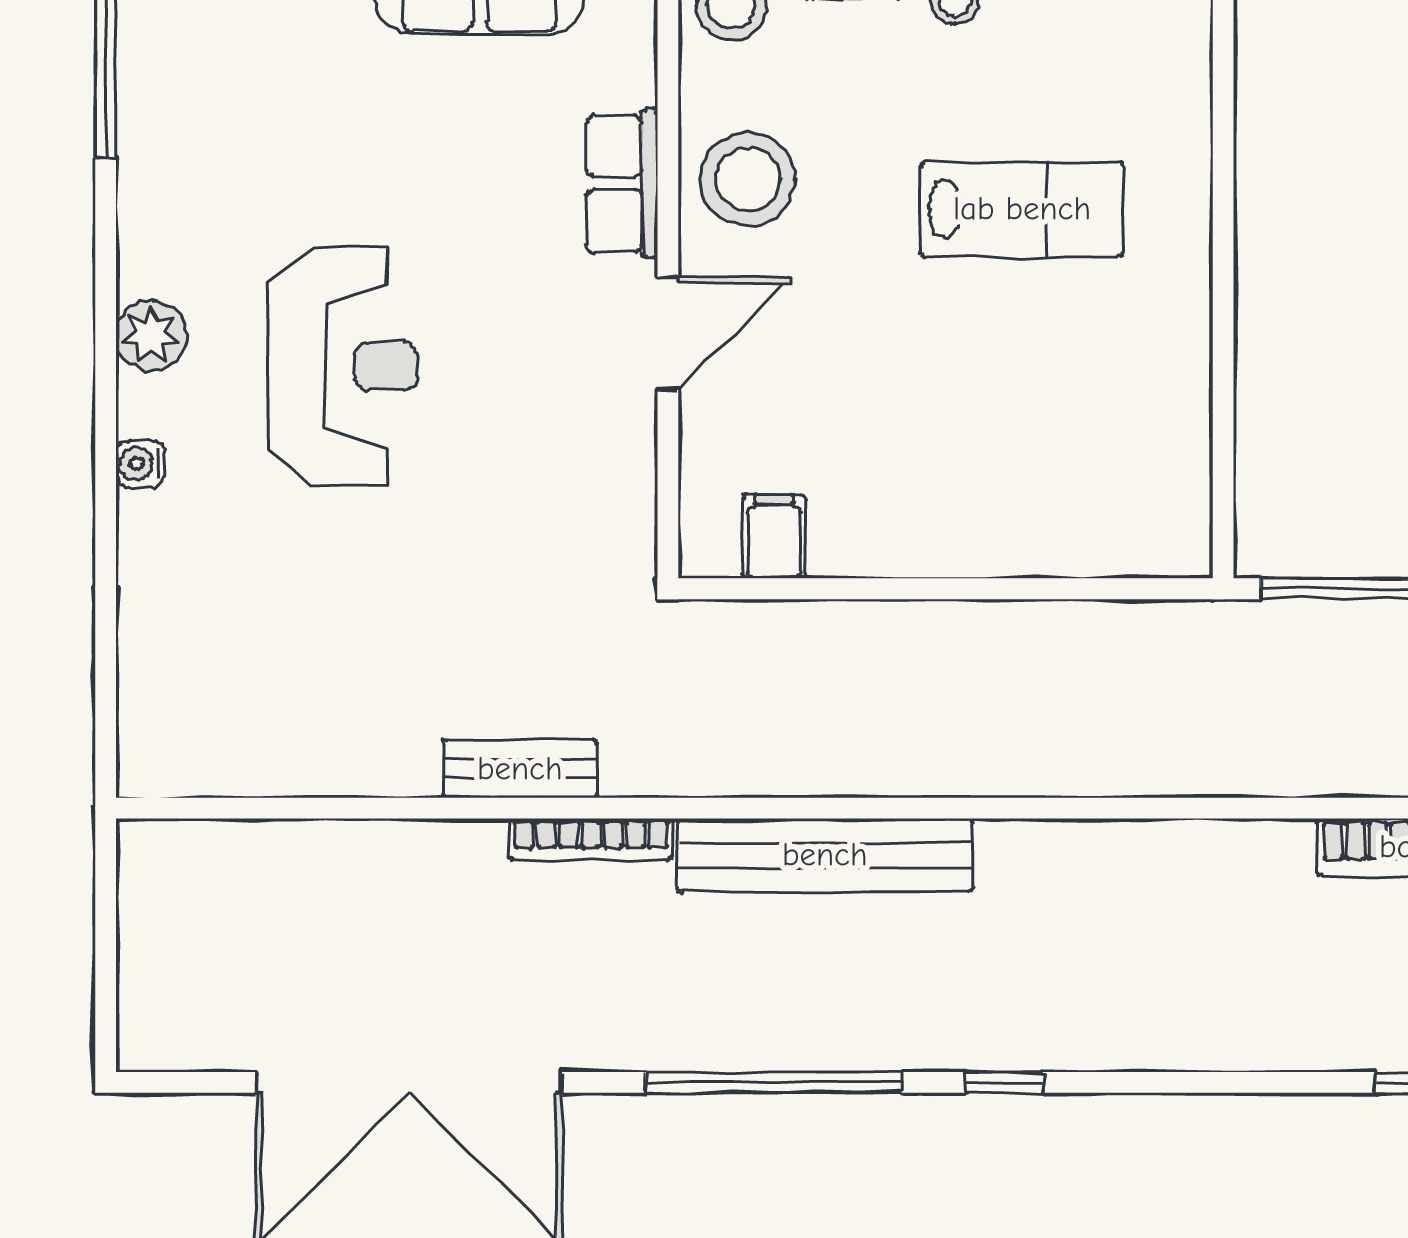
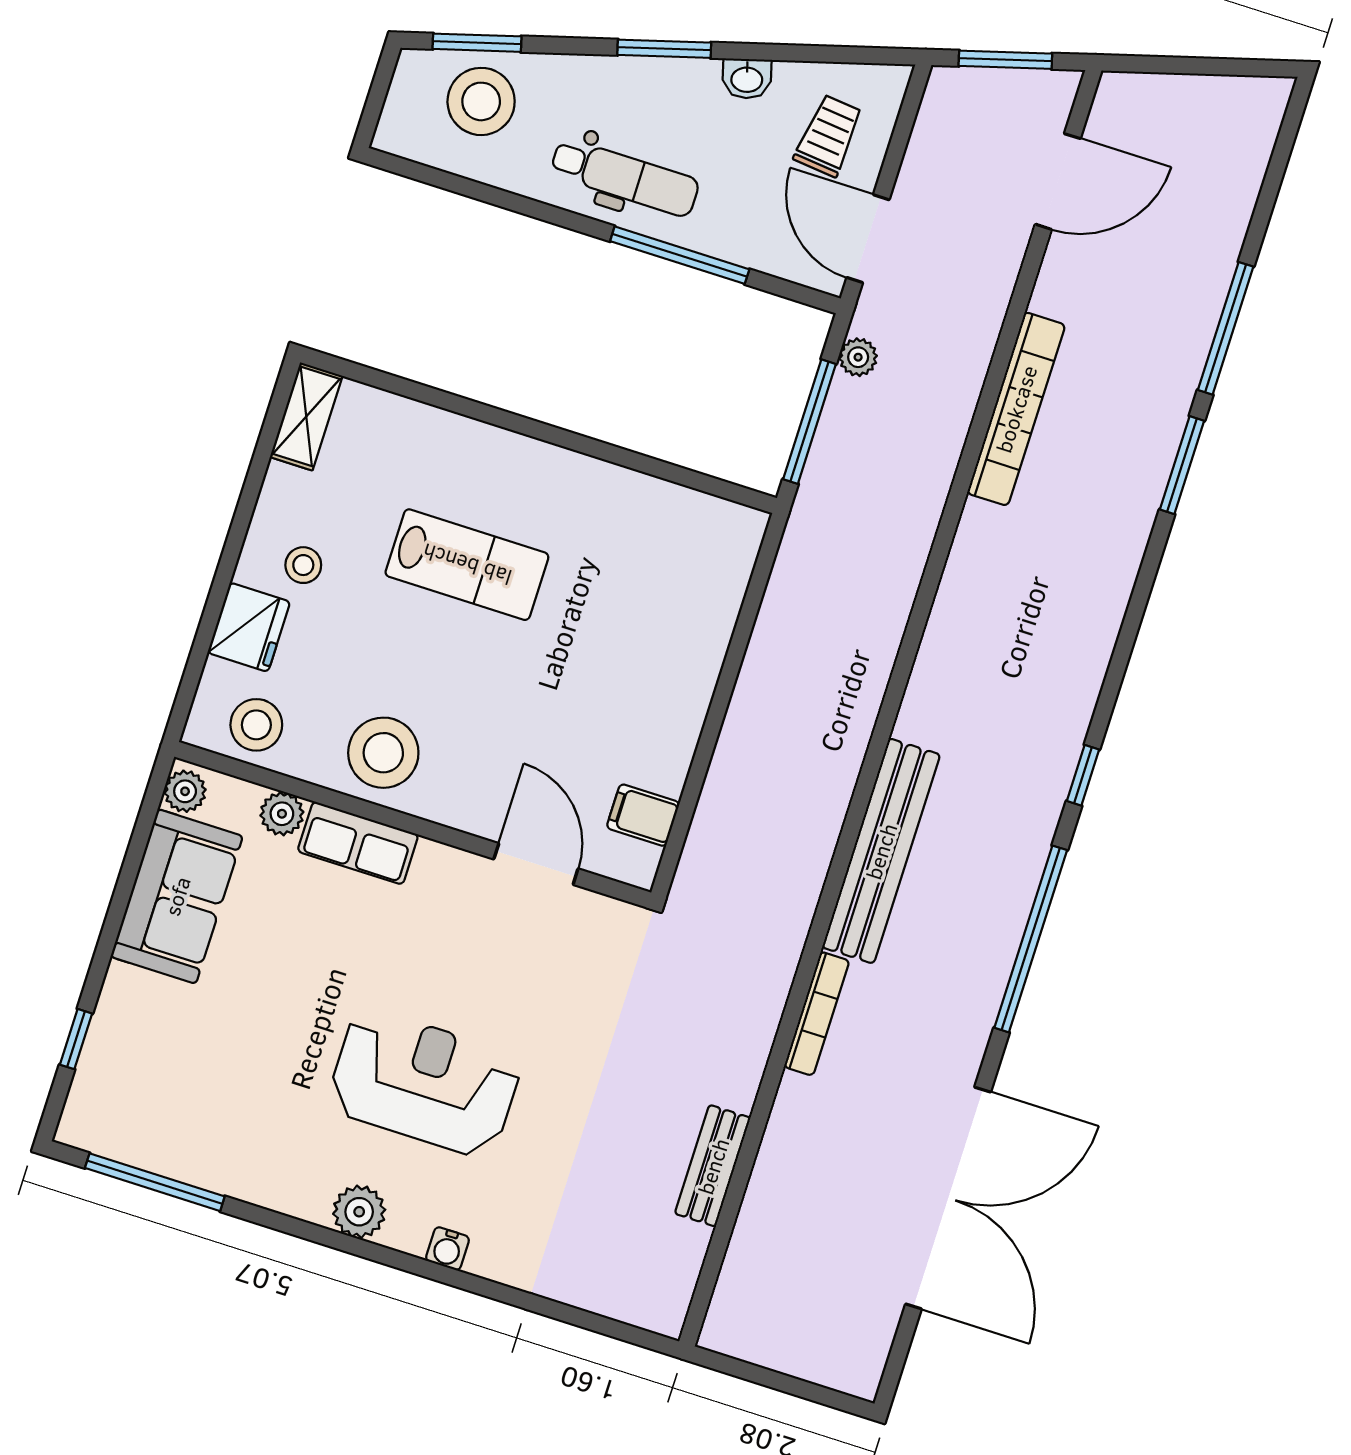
plant: (628, 74) -> (282, 814), added
lab bench: (1022, 209) -> (467, 565), turned 90
door: (668, 333) -> (536, 864), moved
bench: (520, 769) -> (713, 1166), moved

